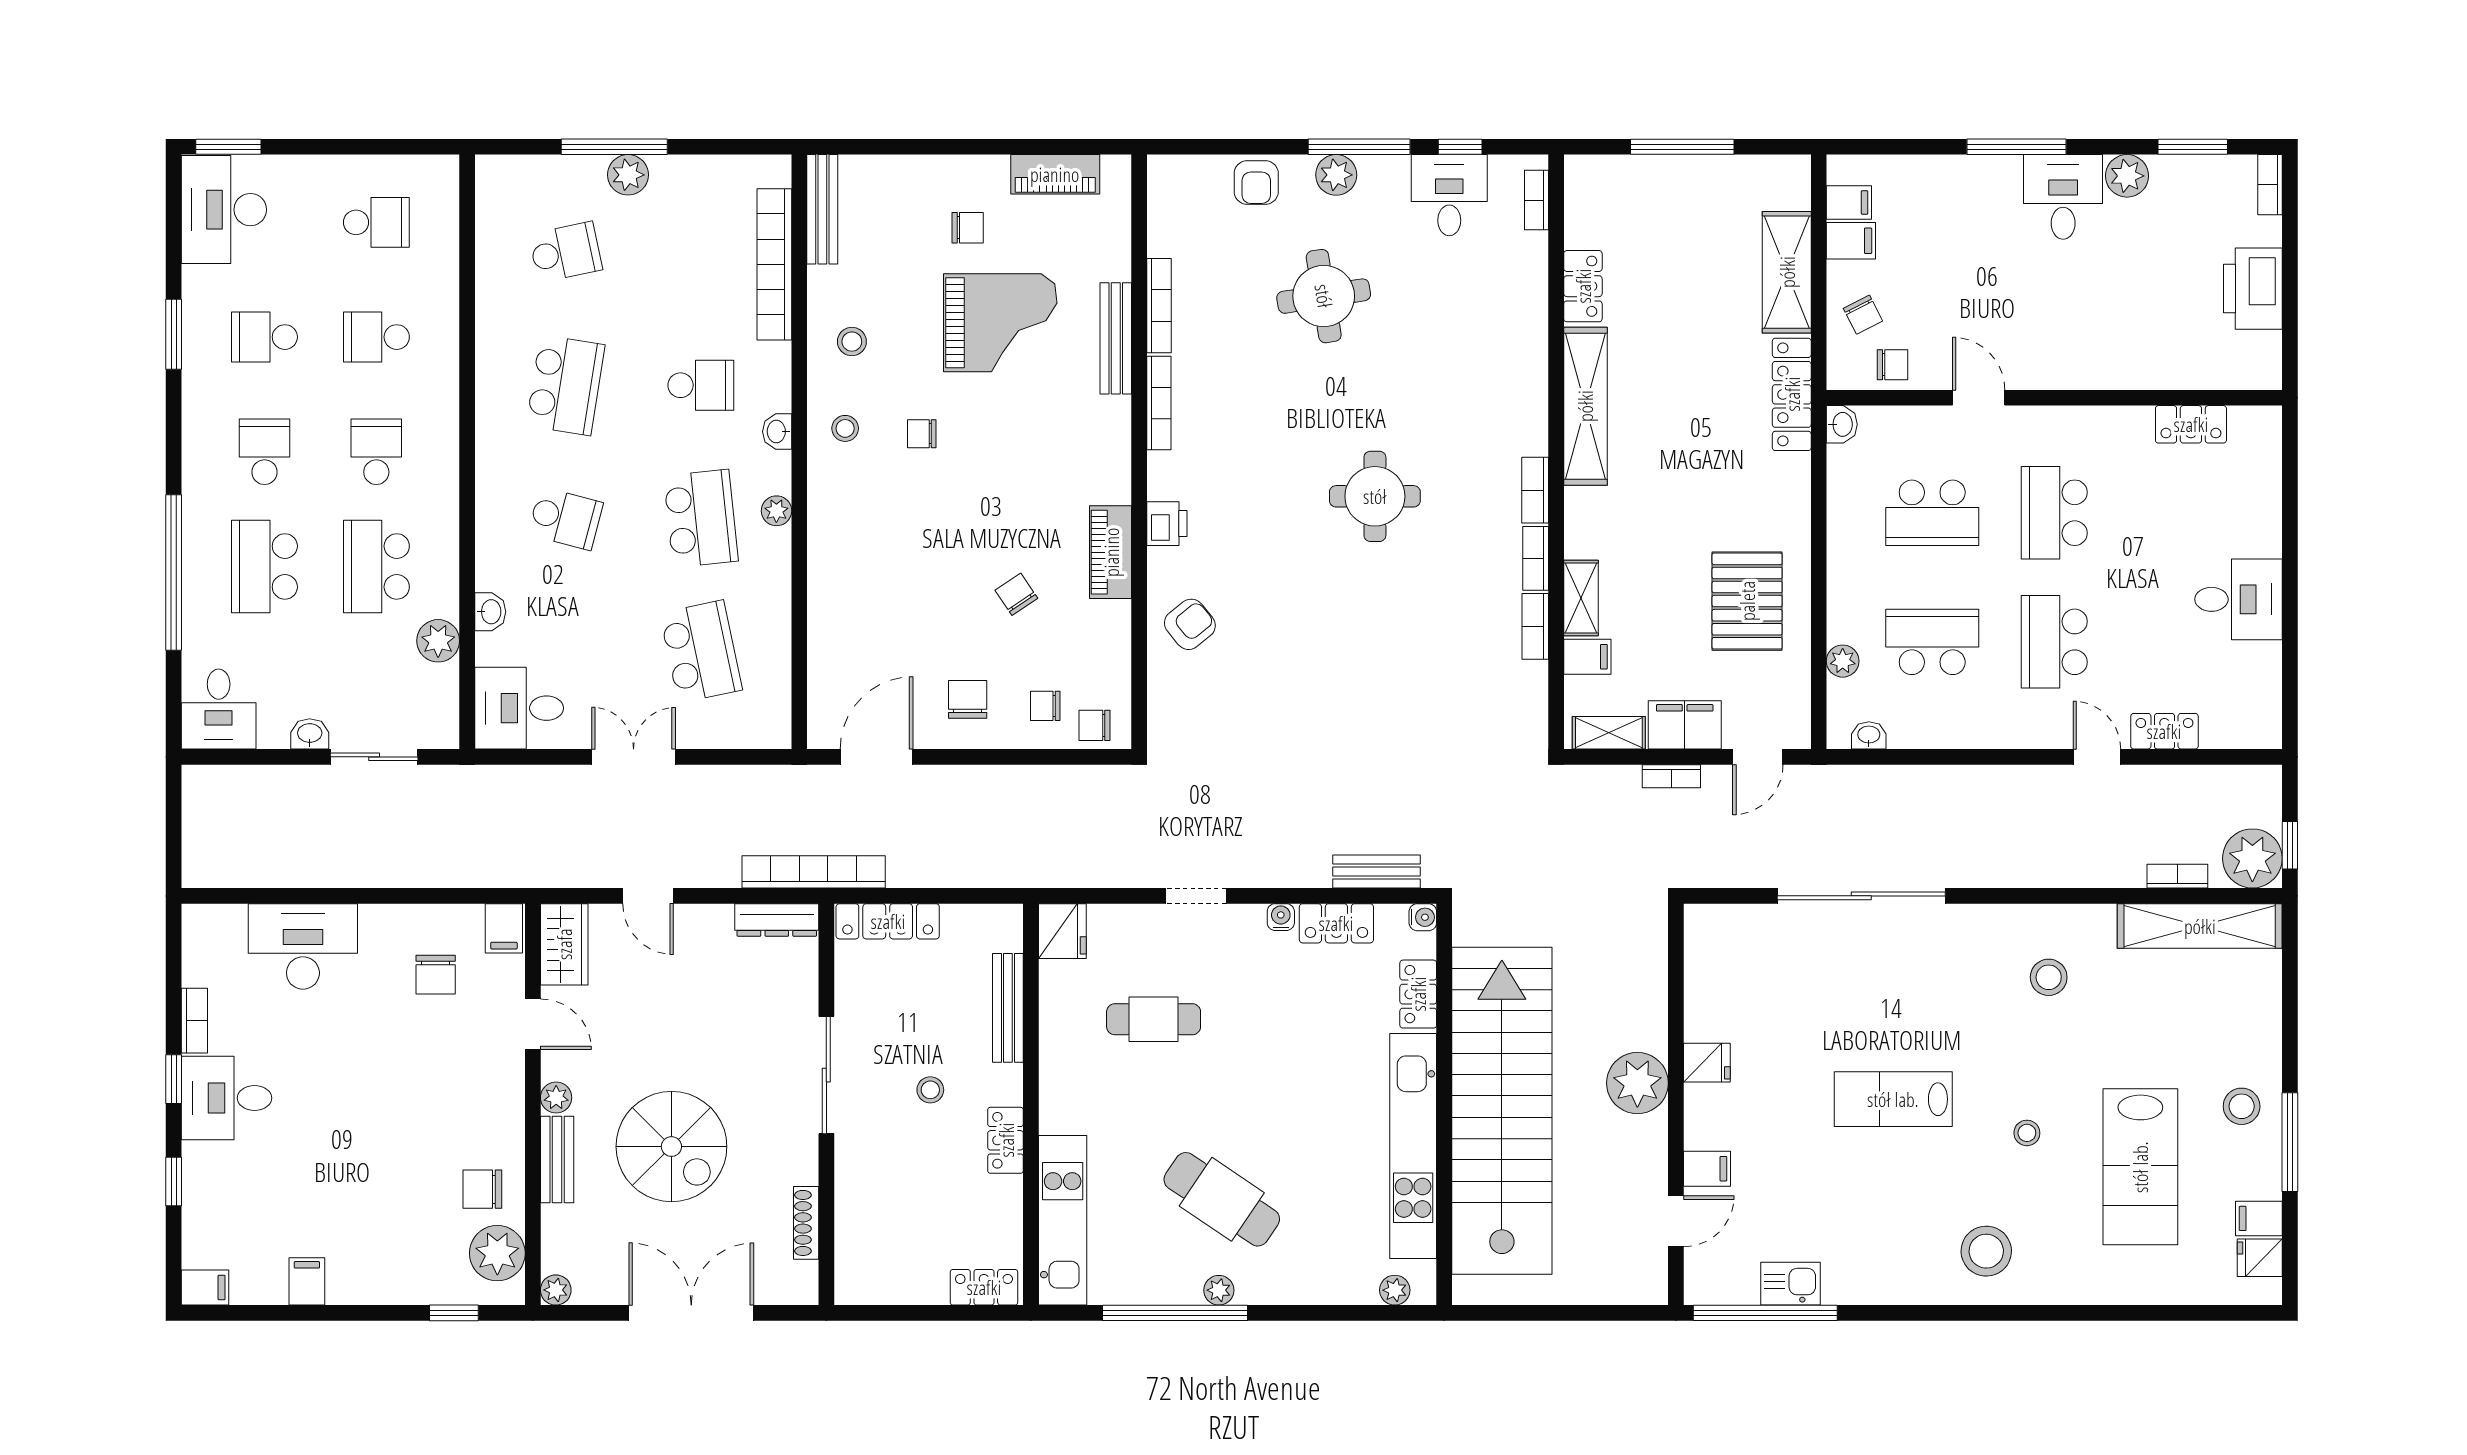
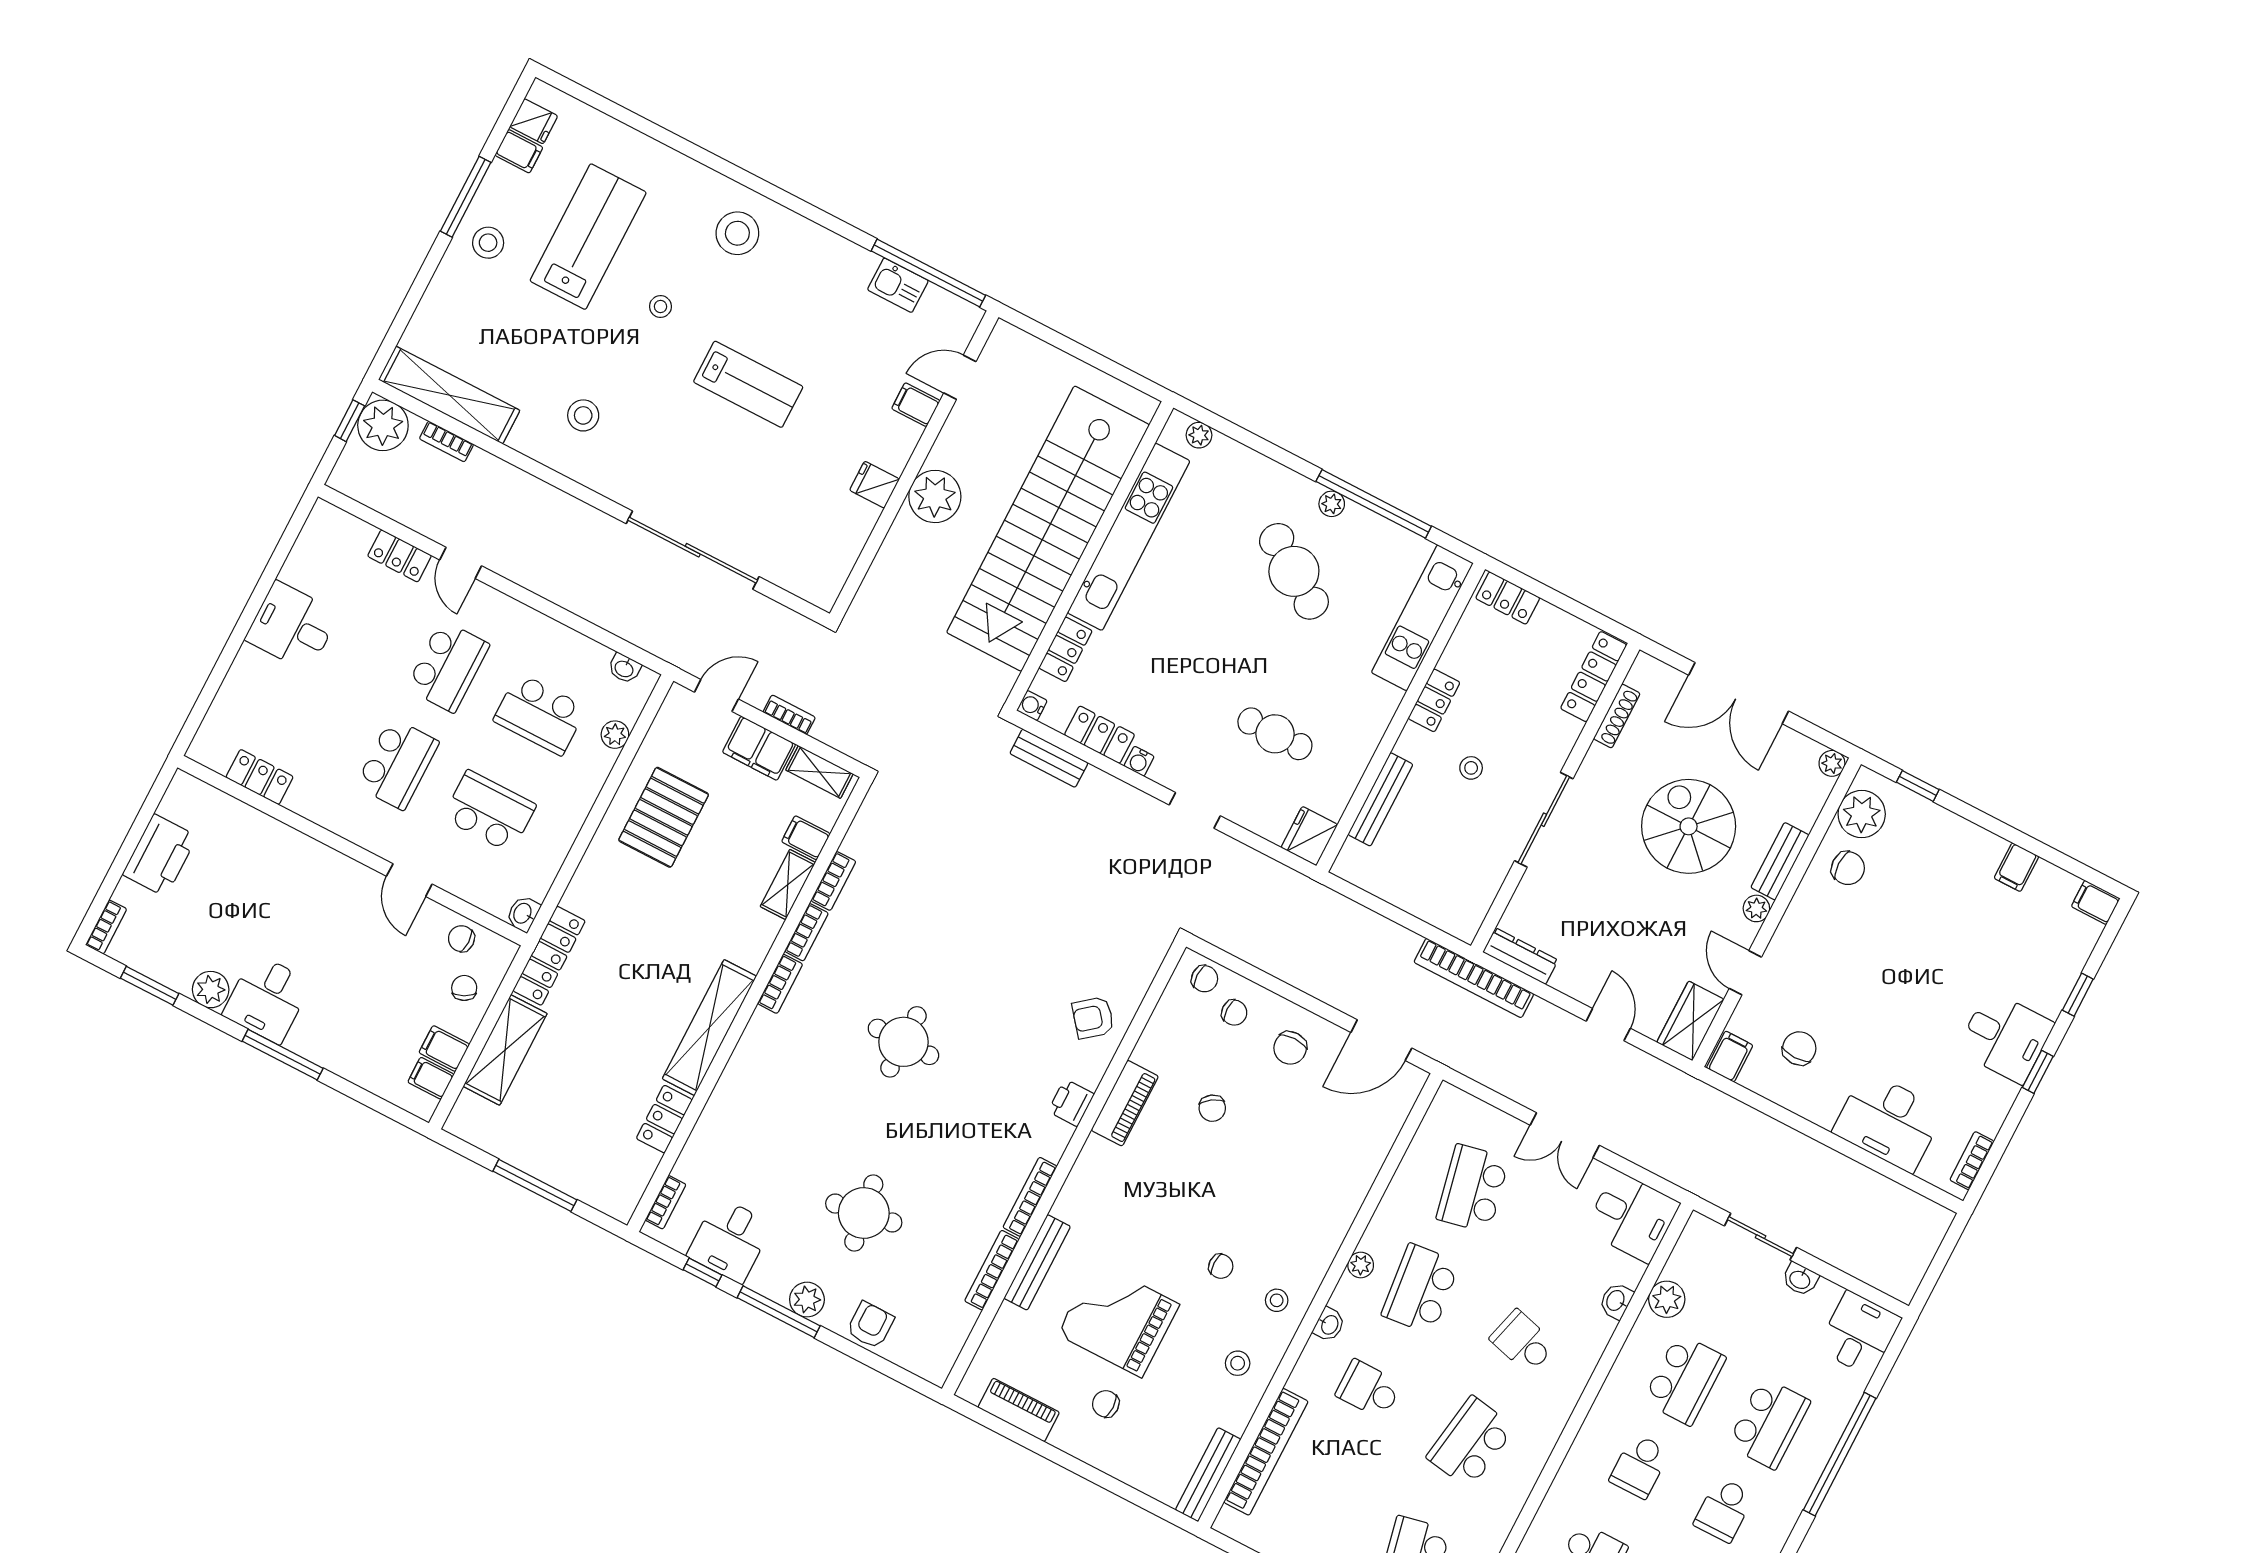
locker: (888, 921) -> (1594, 677), moved, turned -90
bookcase: (194, 1021) -> (1972, 1161), moved

